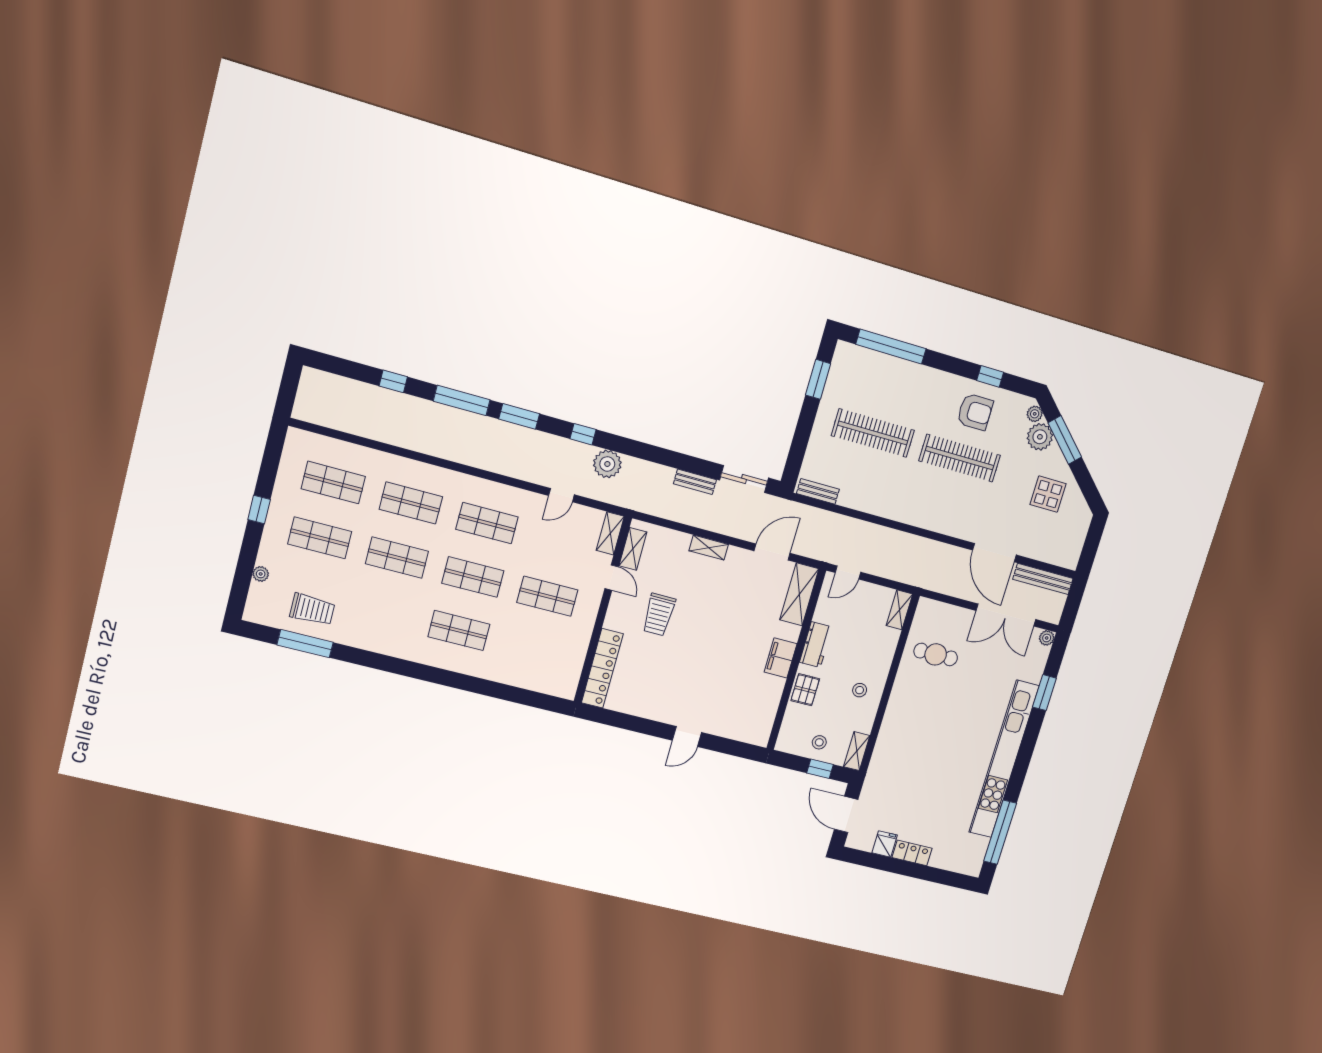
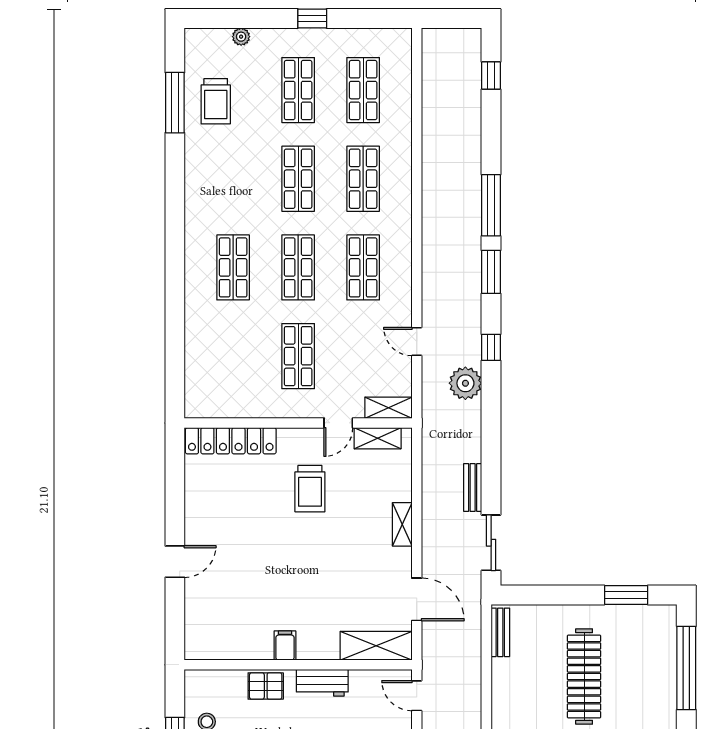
window: (393, 381) -> (491, 76), moved
trolley: (659, 615) -> (310, 489), turned -90
filing cabinet: (781, 658) -> (285, 645), width x0.50
door: (687, 736) -> (175, 562), swing flipped

